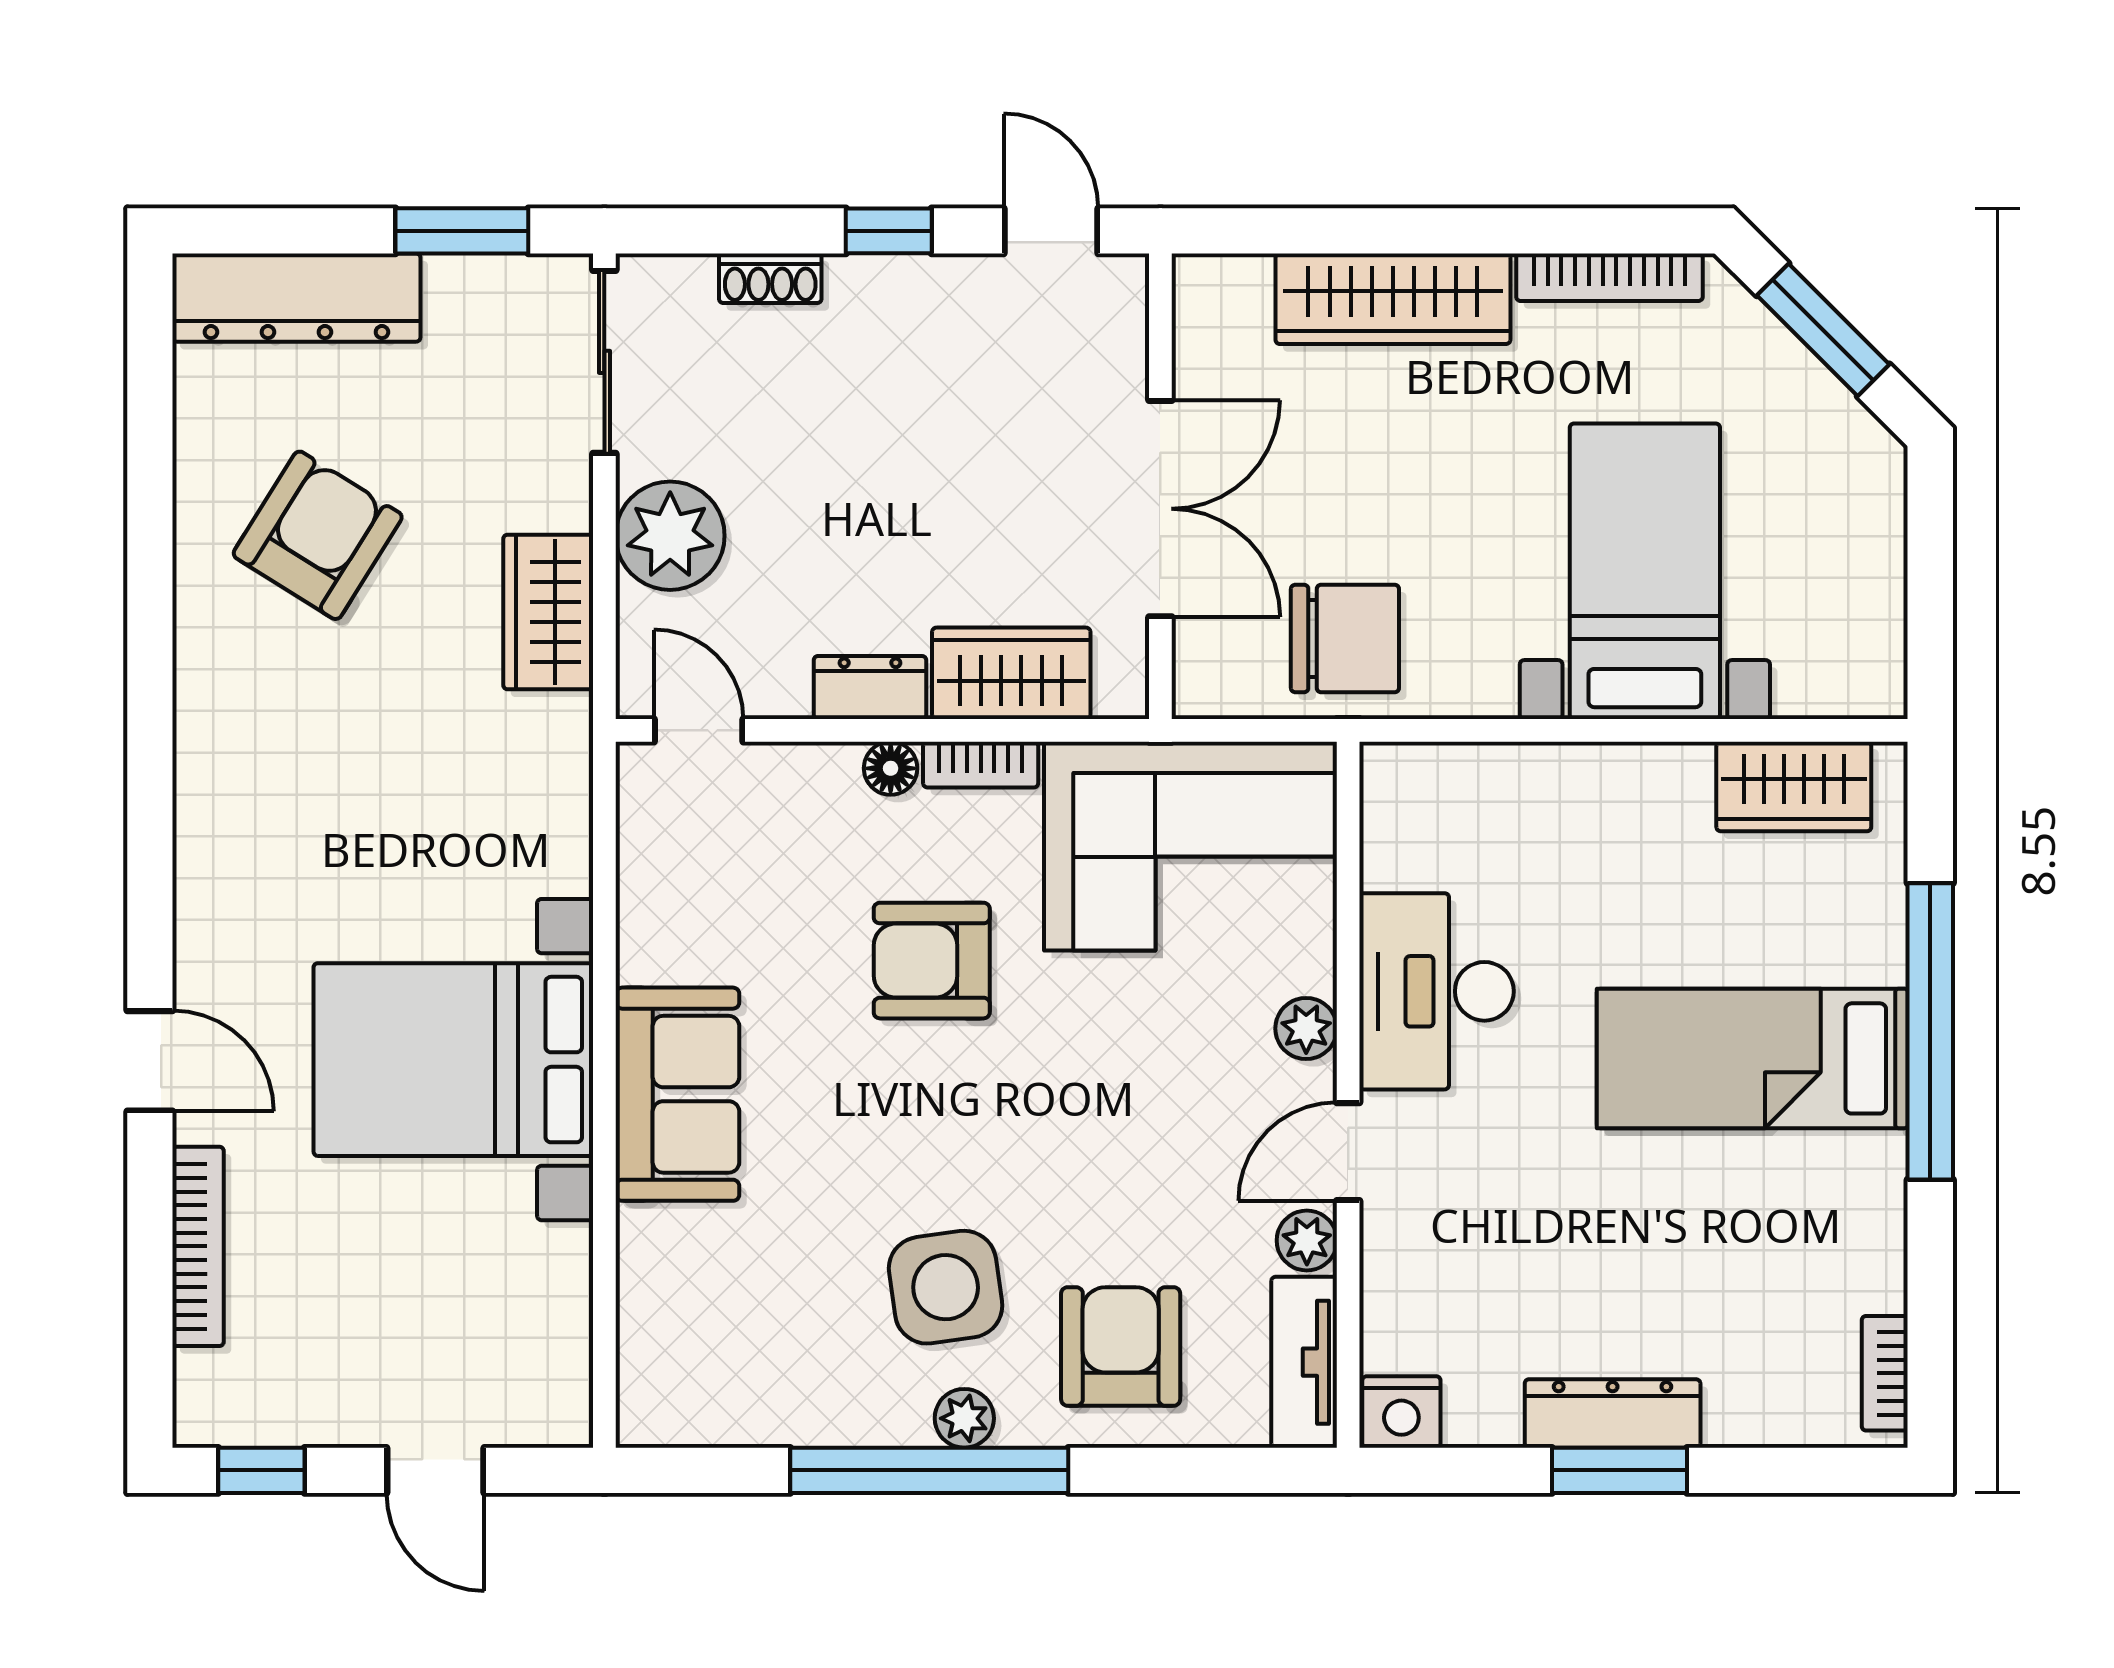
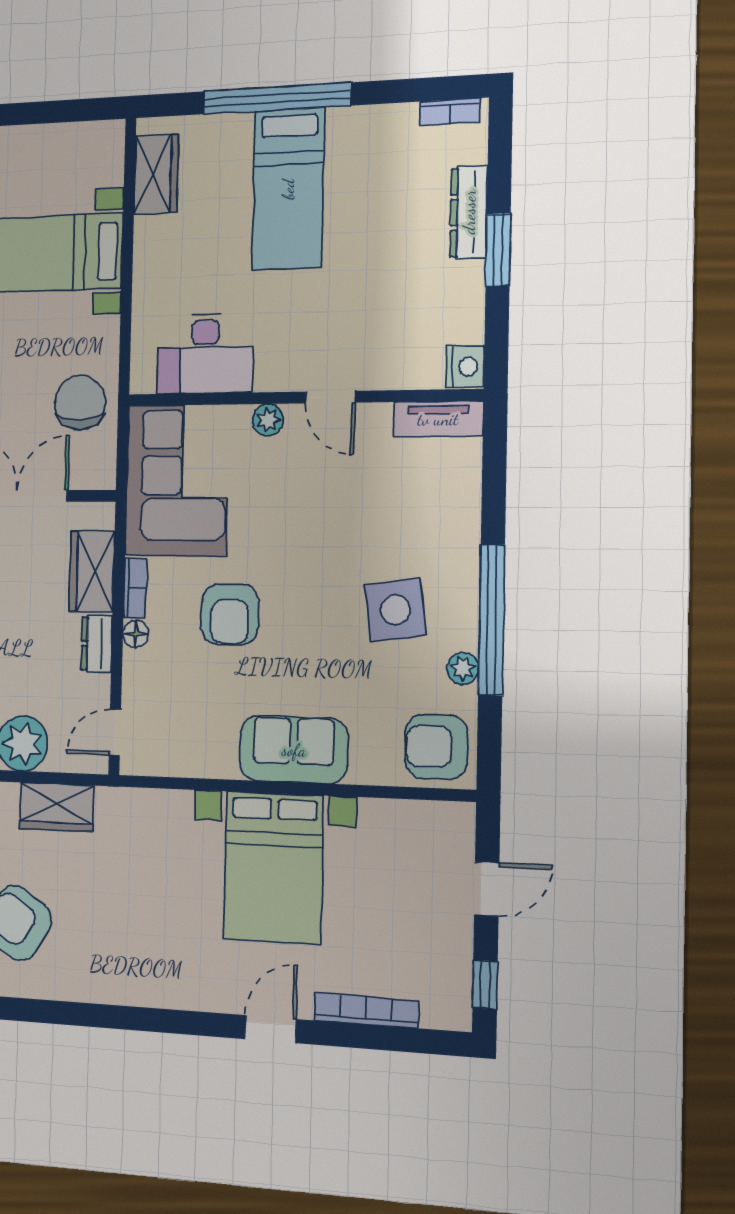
desk: (1437, 991) -> (205, 354), moved
plant: (1307, 1240) -> (375, 418), removed
armchair: (1121, 1346) -> (436, 747), moved
dresser: (1613, 1413) -> (469, 212), moved
plant: (964, 1418) -> (463, 669), moved

